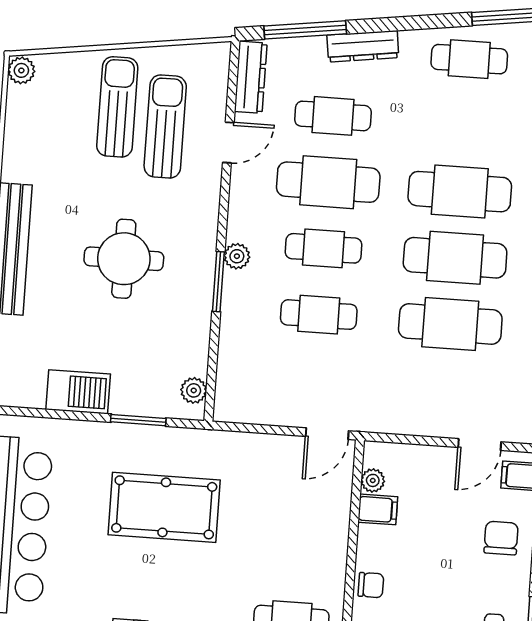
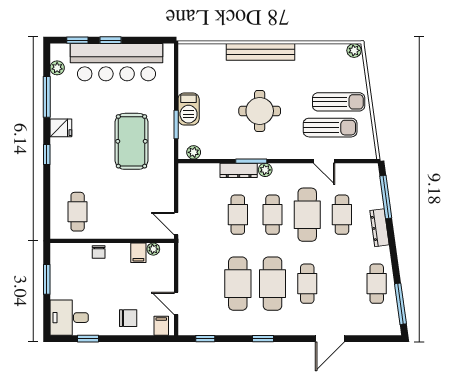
dresser: (251, 77) -> (239, 170), moved
cafe table: (460, 192) -> (307, 284), width x0.73, depth x0.74
barbecue: (78, 392) -> (189, 109), moved

